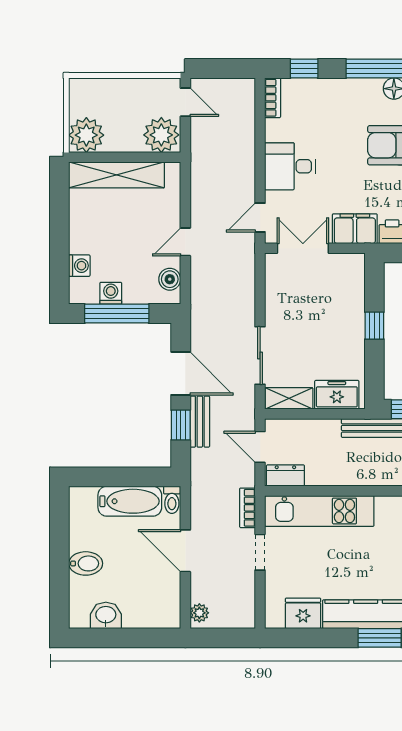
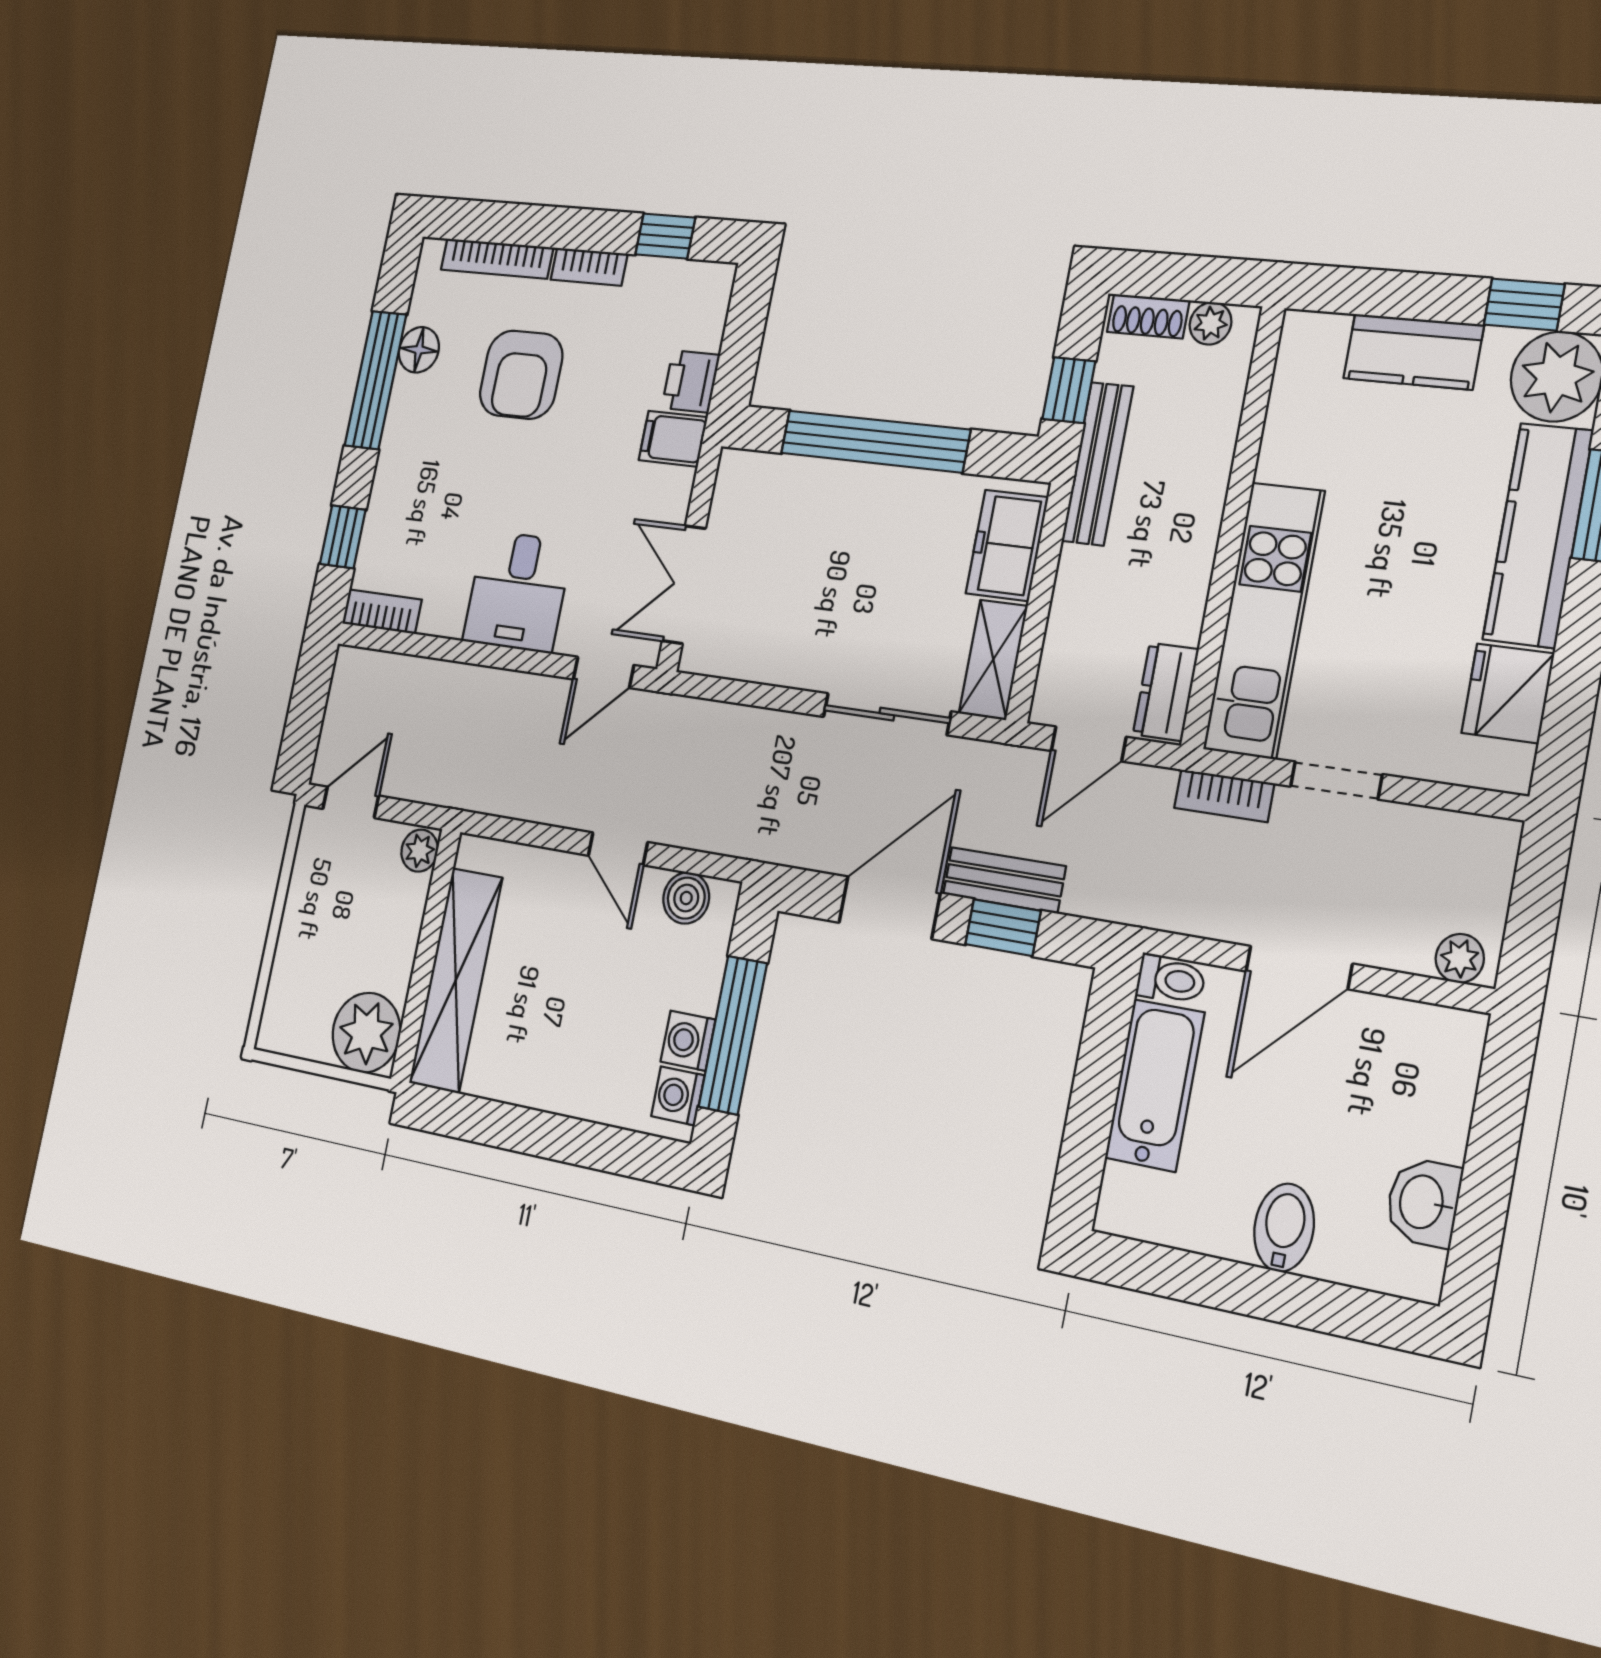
plant: (161, 135) -> (420, 851), width x0.53, depth x0.53
door: (260, 217) -> (603, 672), hinge flipped
filing cabinet: (355, 229) -> (673, 439), width x0.50
washing machine: (79, 266) -> (678, 1096), moved, turned -90
window: (374, 326) -> (875, 441), width x3.17

